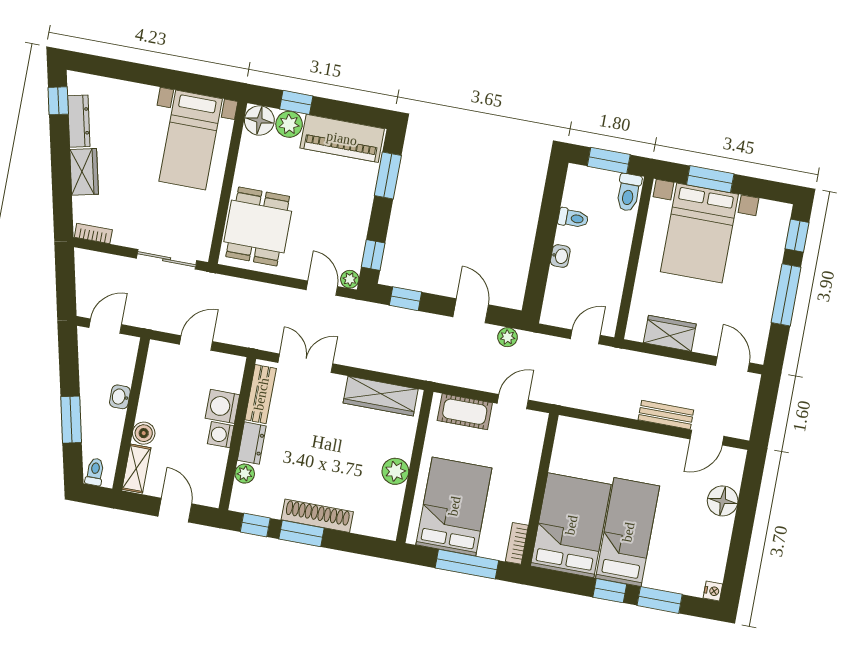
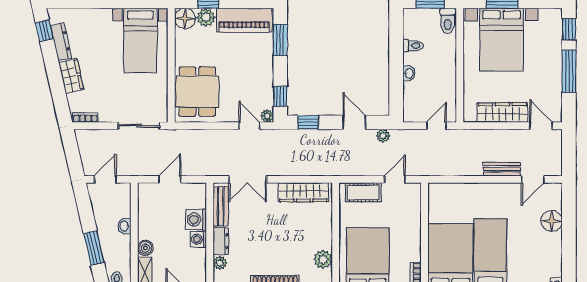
wardrobe: (670, 333) -> (502, 112), width x1.50
double door: (305, 363) -> (248, 179), swing flipped
plant: (395, 471) -> (323, 259), moved

